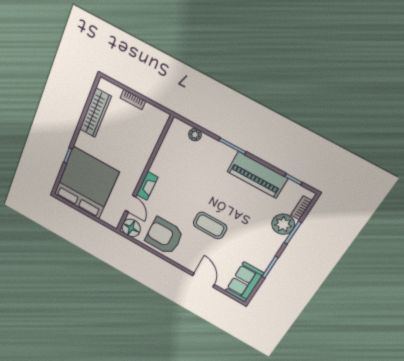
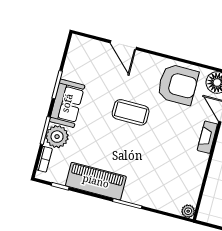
plant: (195, 135) -> (188, 211), moved
sofa: (244, 282) -> (67, 103), moved

